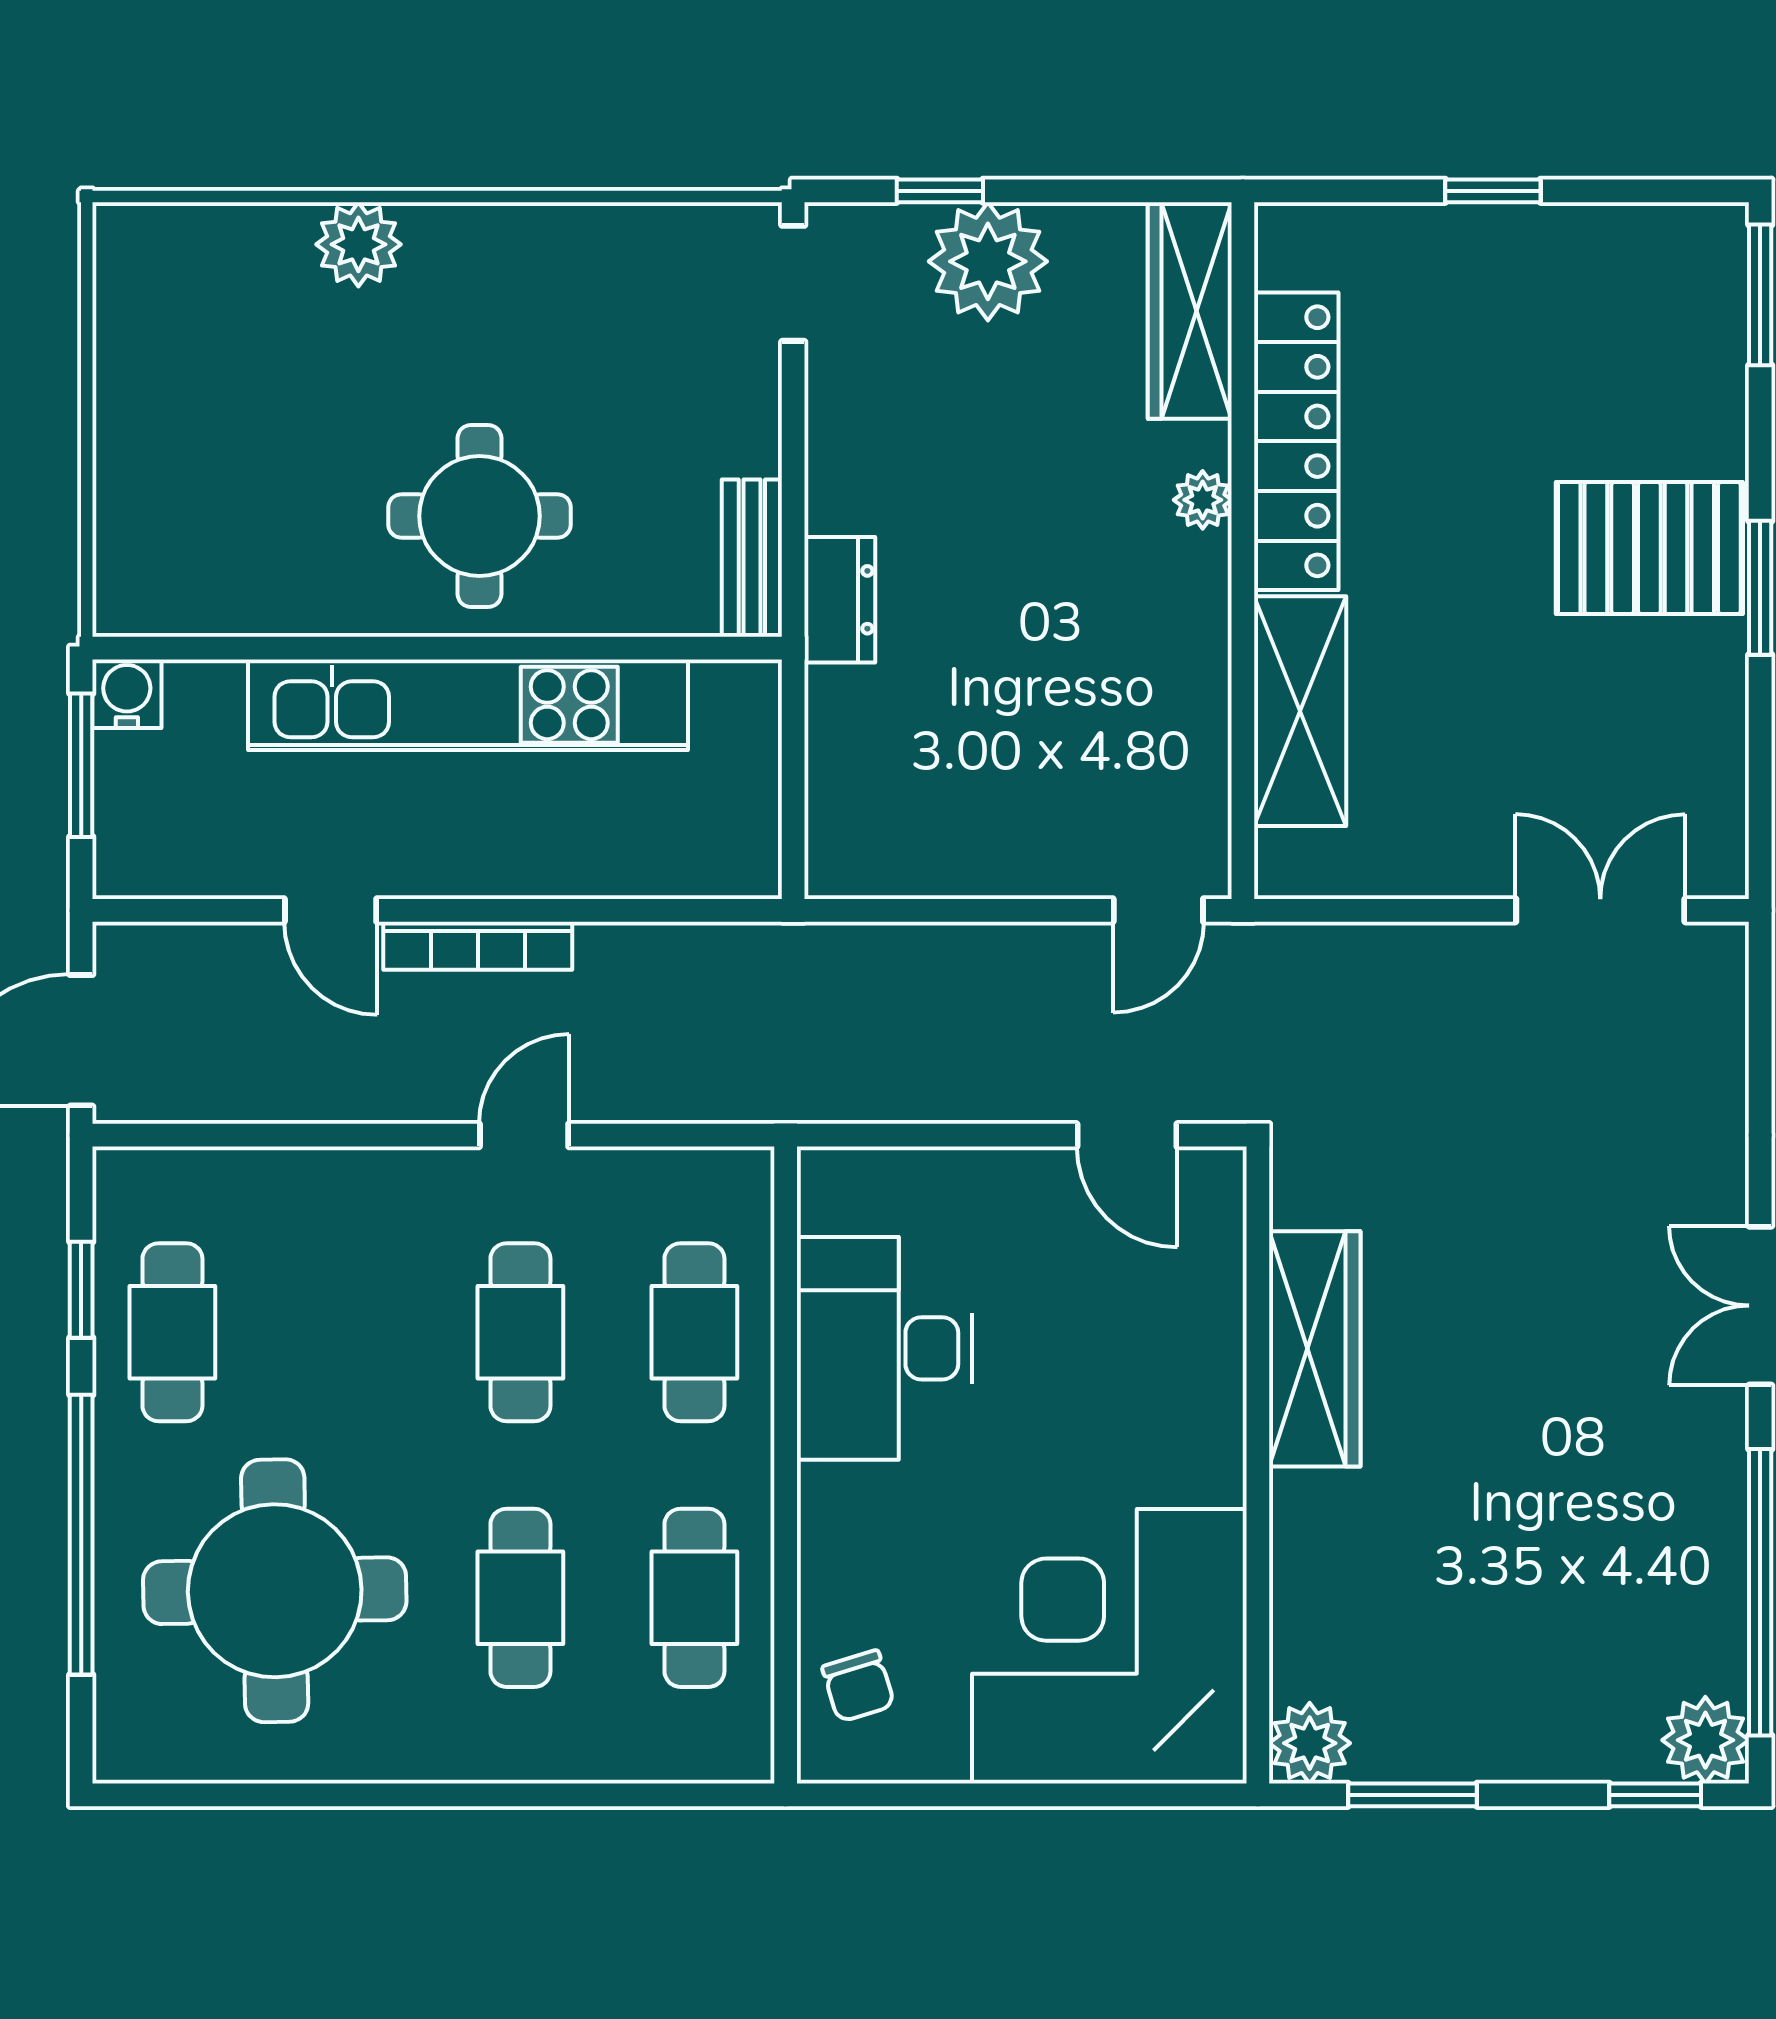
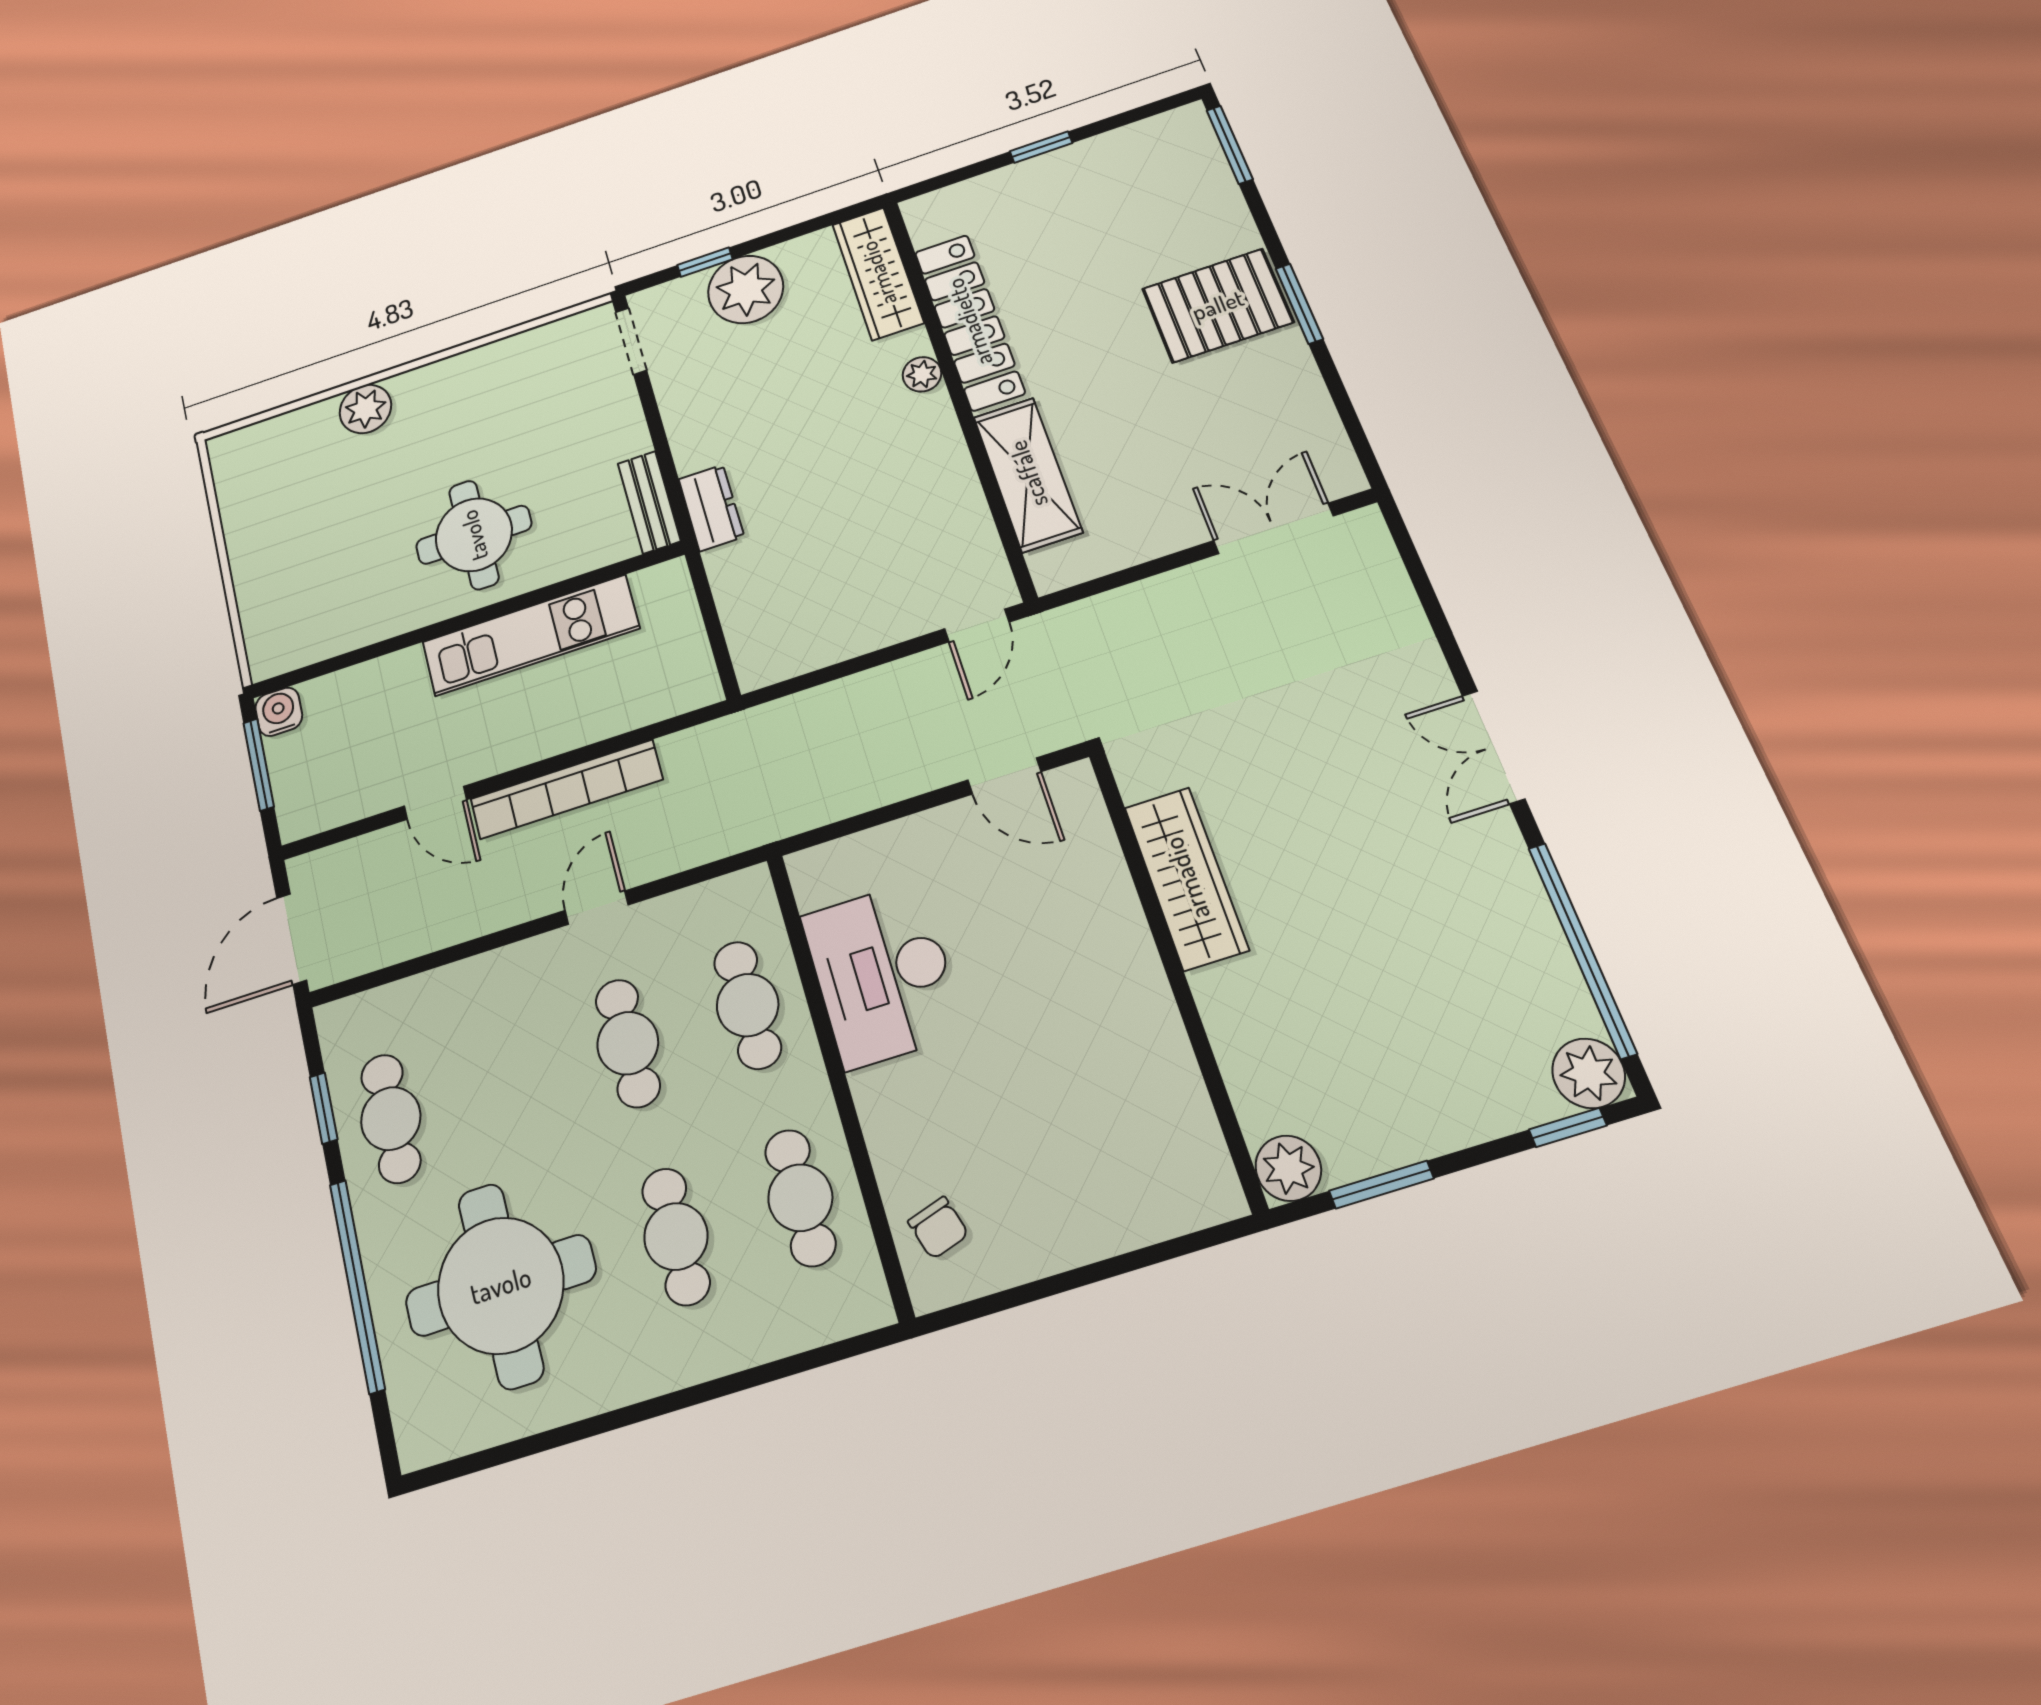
kitchen unit: (468, 705) -> (530, 635), width x0.73
bookcase: (478, 946) -> (566, 789), width x1.48, depth x1.31
corner desk: (1109, 1646) -> (1113, 1140), removed

